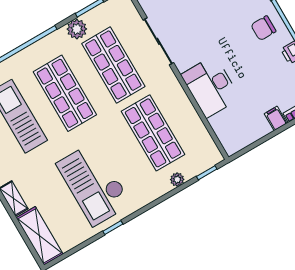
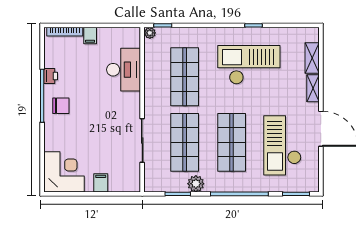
desk: (211, 87) -> (124, 70), moved
plant: (177, 180) -> (150, 33), moved
checkout: (94, 184) -> (249, 65), turned -90
shelving: (40, 236) -> (312, 58), width x0.67, depth x0.75

